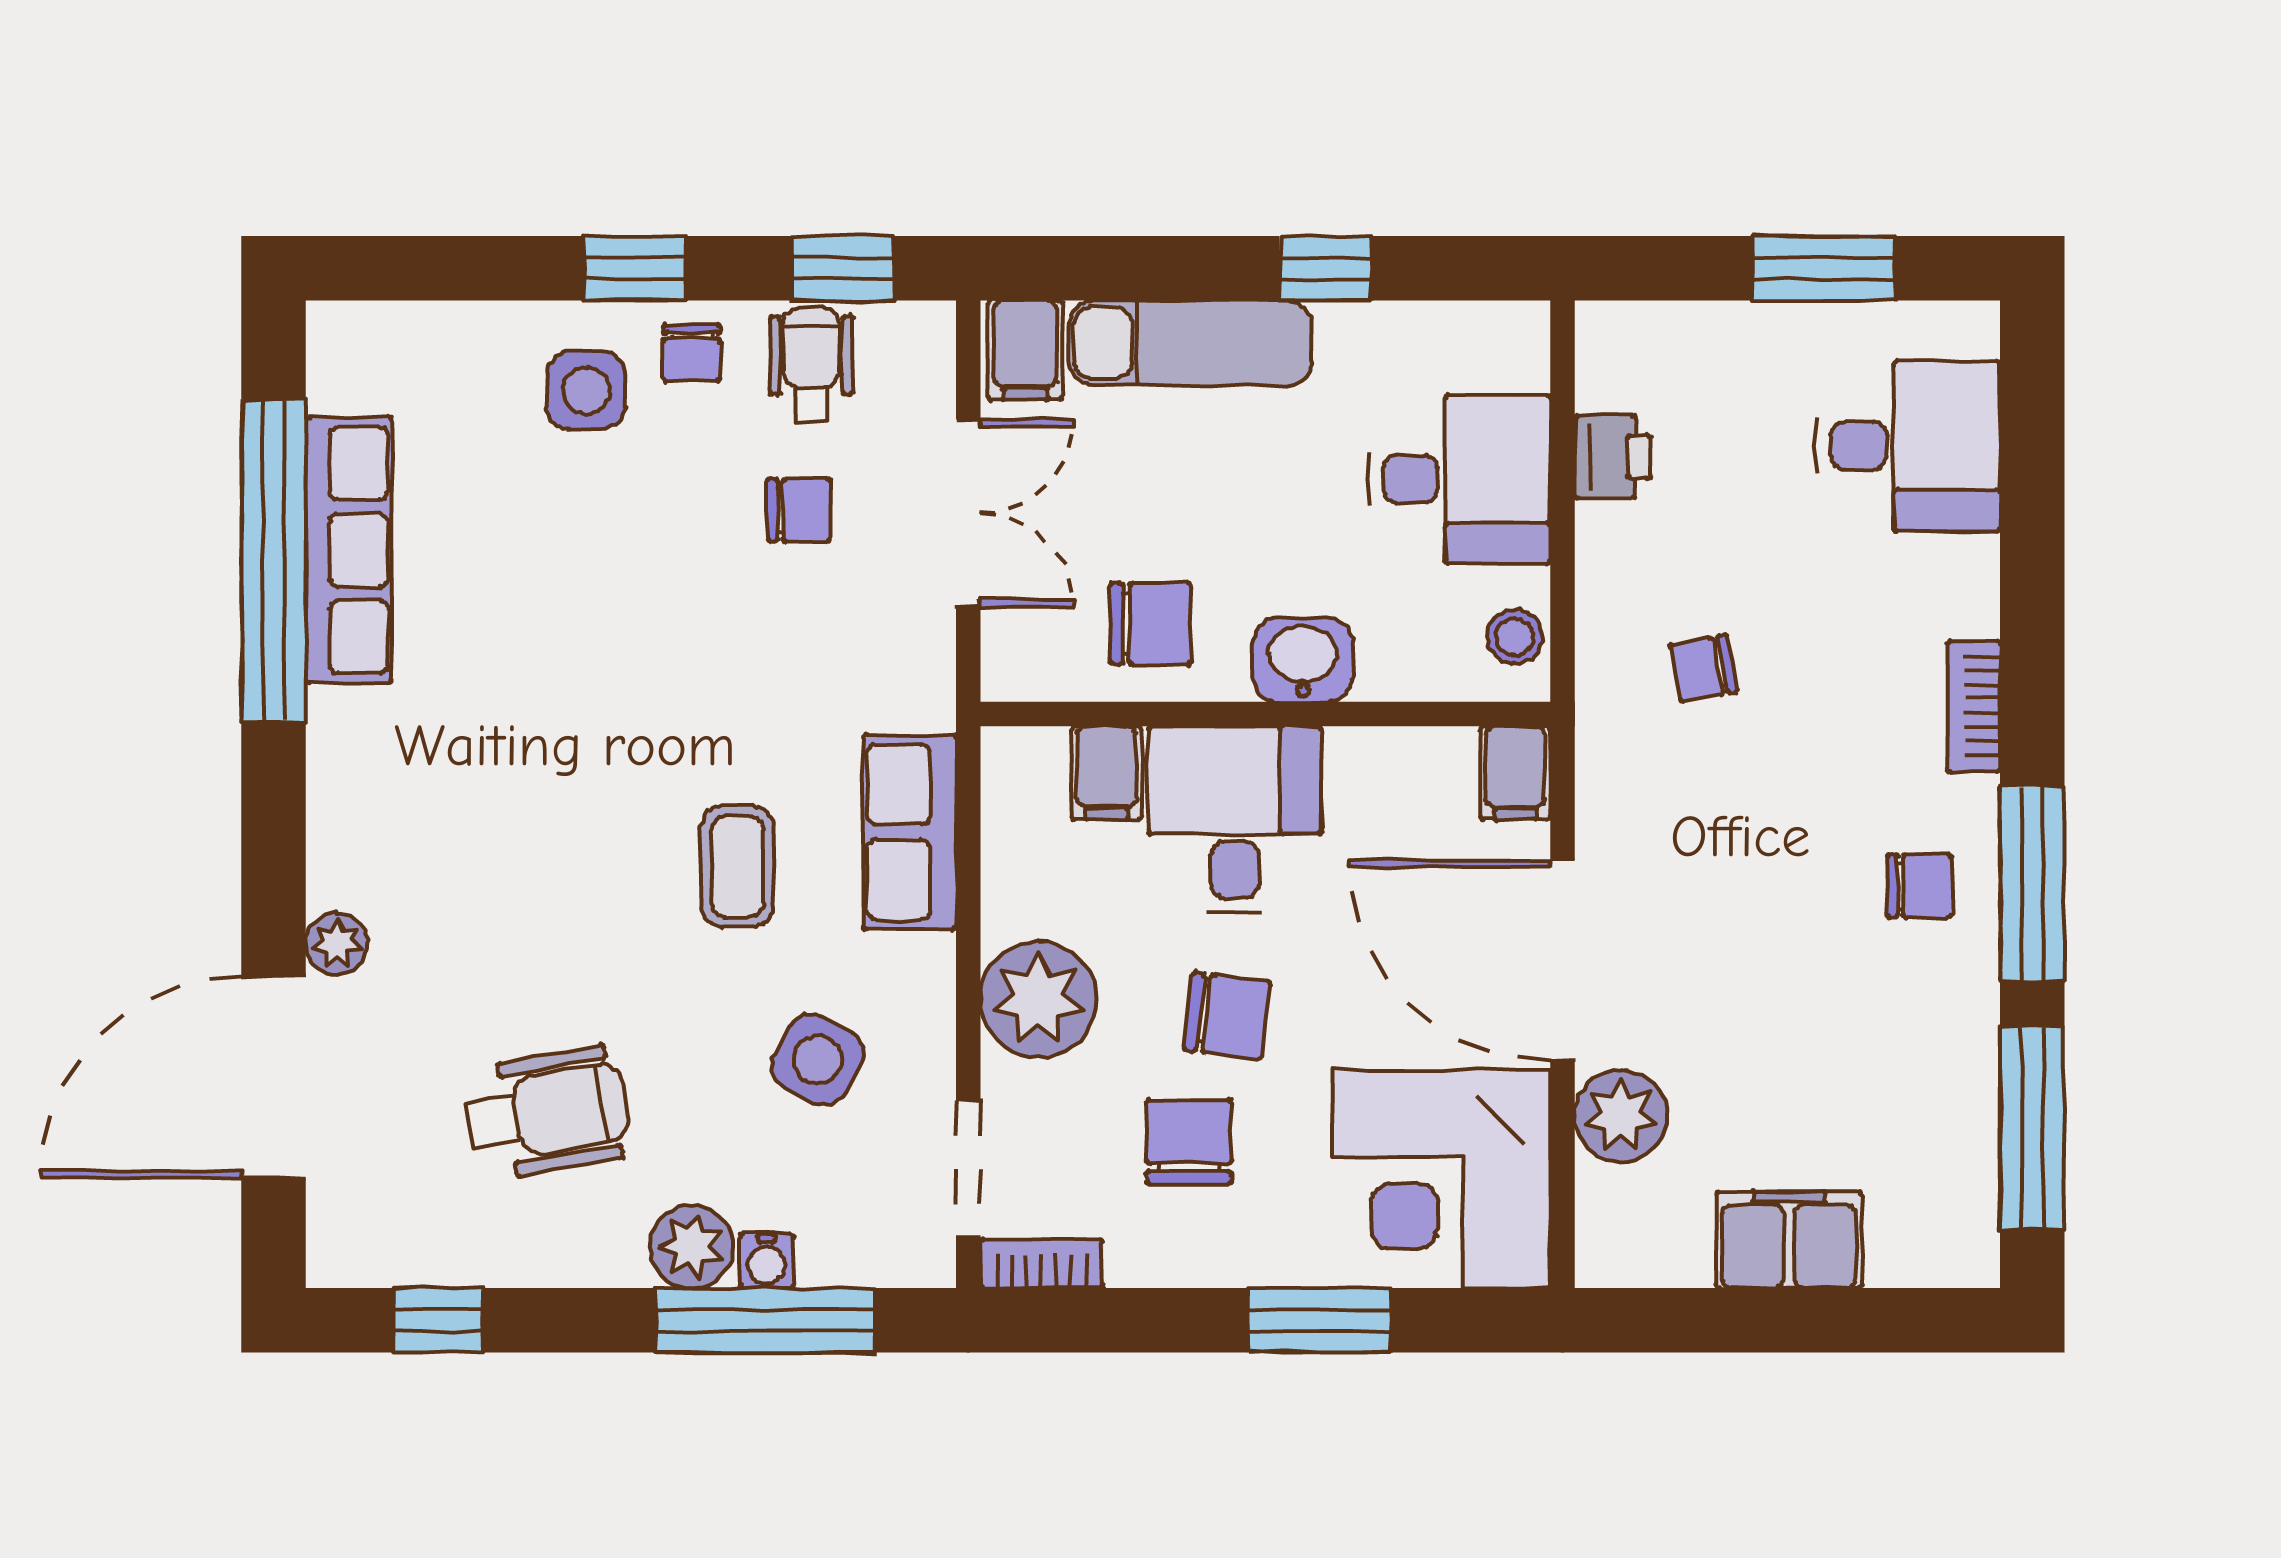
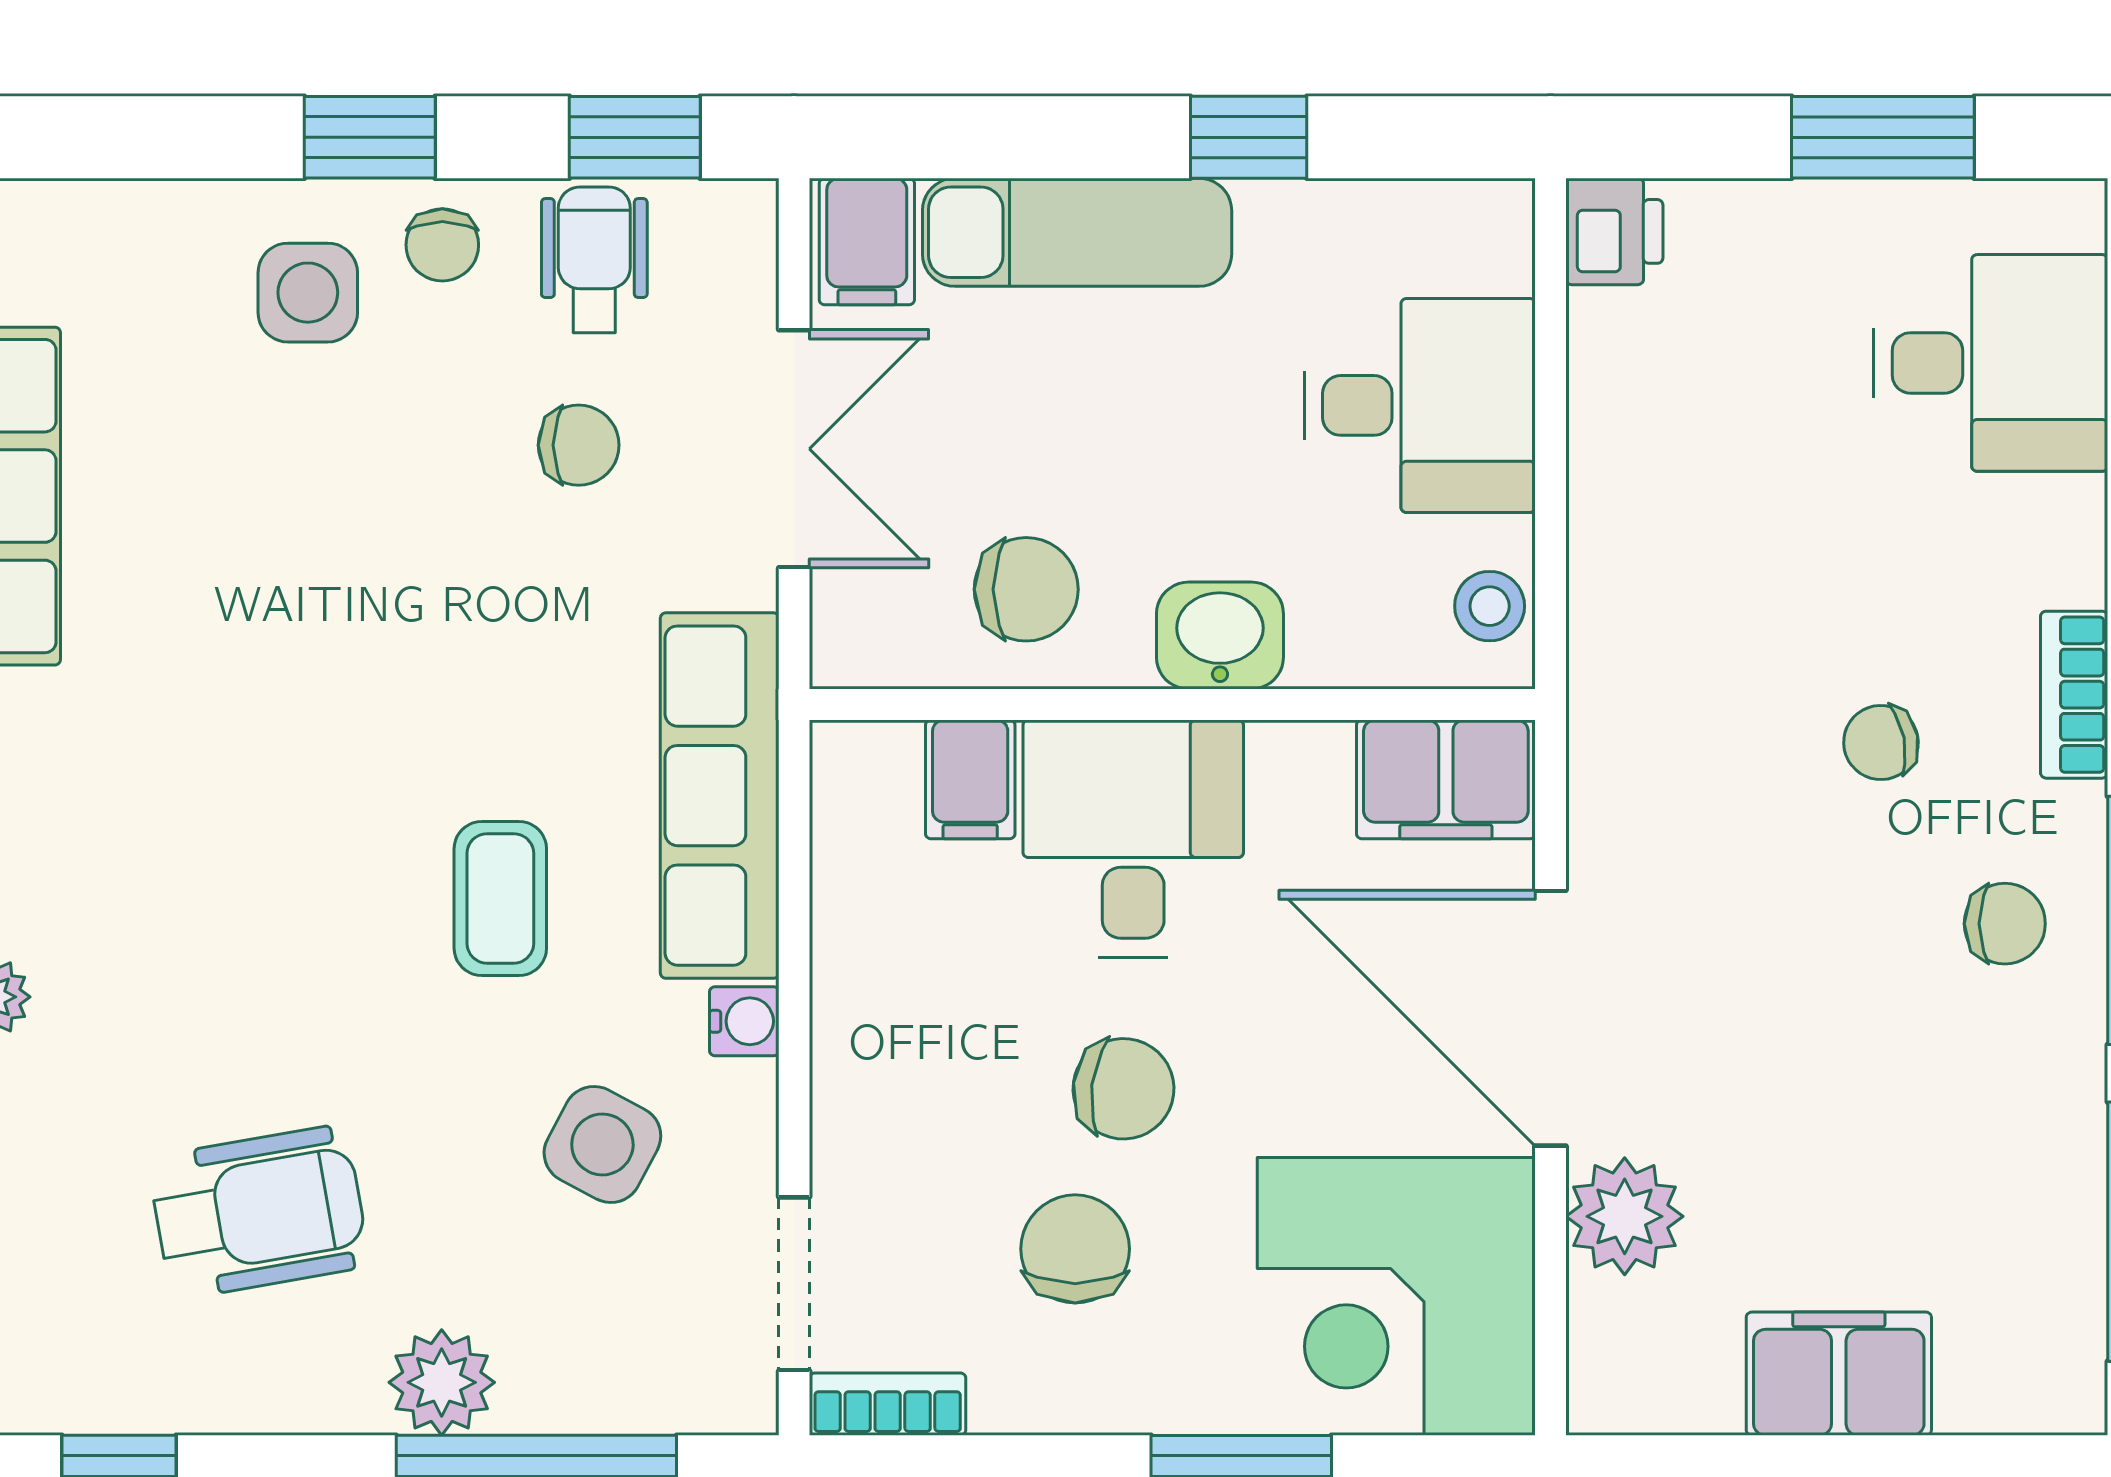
printer: (1613, 457) -> (1614, 231), moved
chair: (1703, 668) -> (1881, 743), moved
filing cabinet: (1515, 773) -> (1446, 779), width x2.00
row of seats: (910, 832) -> (720, 796), width x1.48
plant: (1038, 999) -> (884, 1068), removed
water cooler: (766, 1261) -> (744, 1021), moved, turned -90

